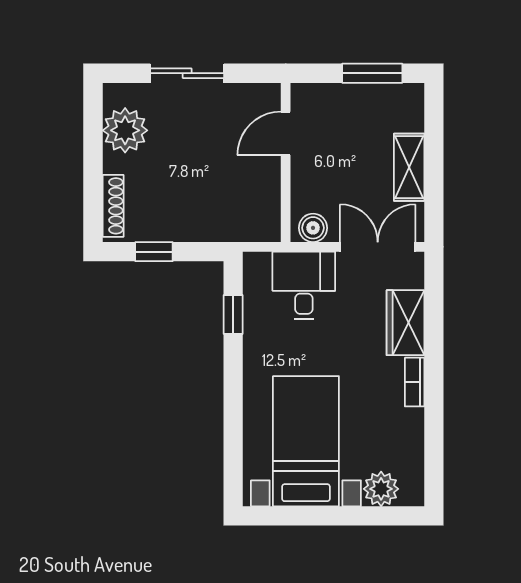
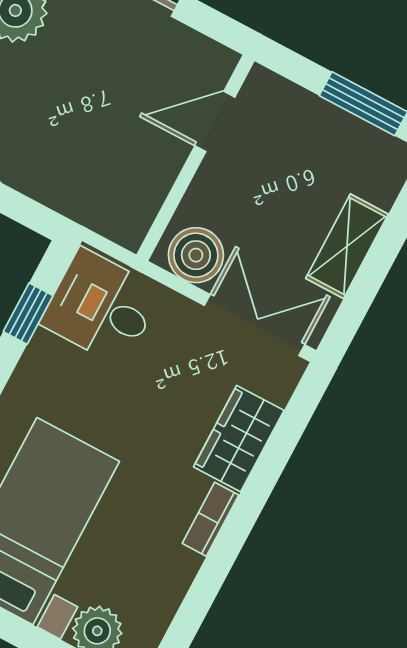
boiler: (313, 228) -> (196, 255), width x1.36, depth x1.36
desk: (304, 285) -> (101, 307), moved, turned -90

